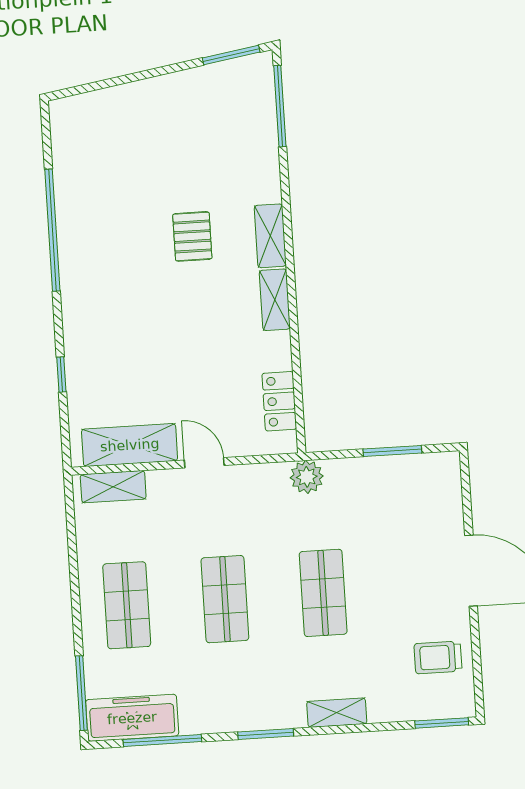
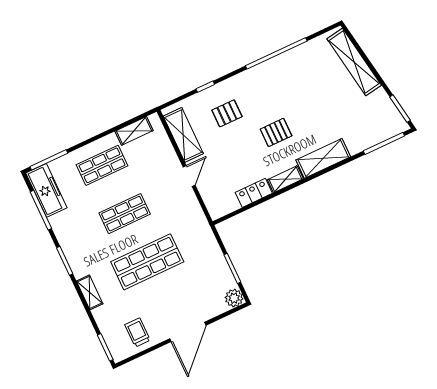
shelving: (120, 102) -> (354, 62), added
pallet: (192, 236) -> (276, 132), moved
shelving: (270, 236) -> (323, 158), width x1.50, depth x1.33
pallet: (122, 355) -> (227, 113), added
locker: (279, 401) -> (254, 193), moved
plant: (307, 477) -> (234, 298), moved
shelving: (113, 487) -> (134, 131), moved, turned 90
shop shelf: (323, 593) -> (147, 262), width x1.43, depth x1.36

